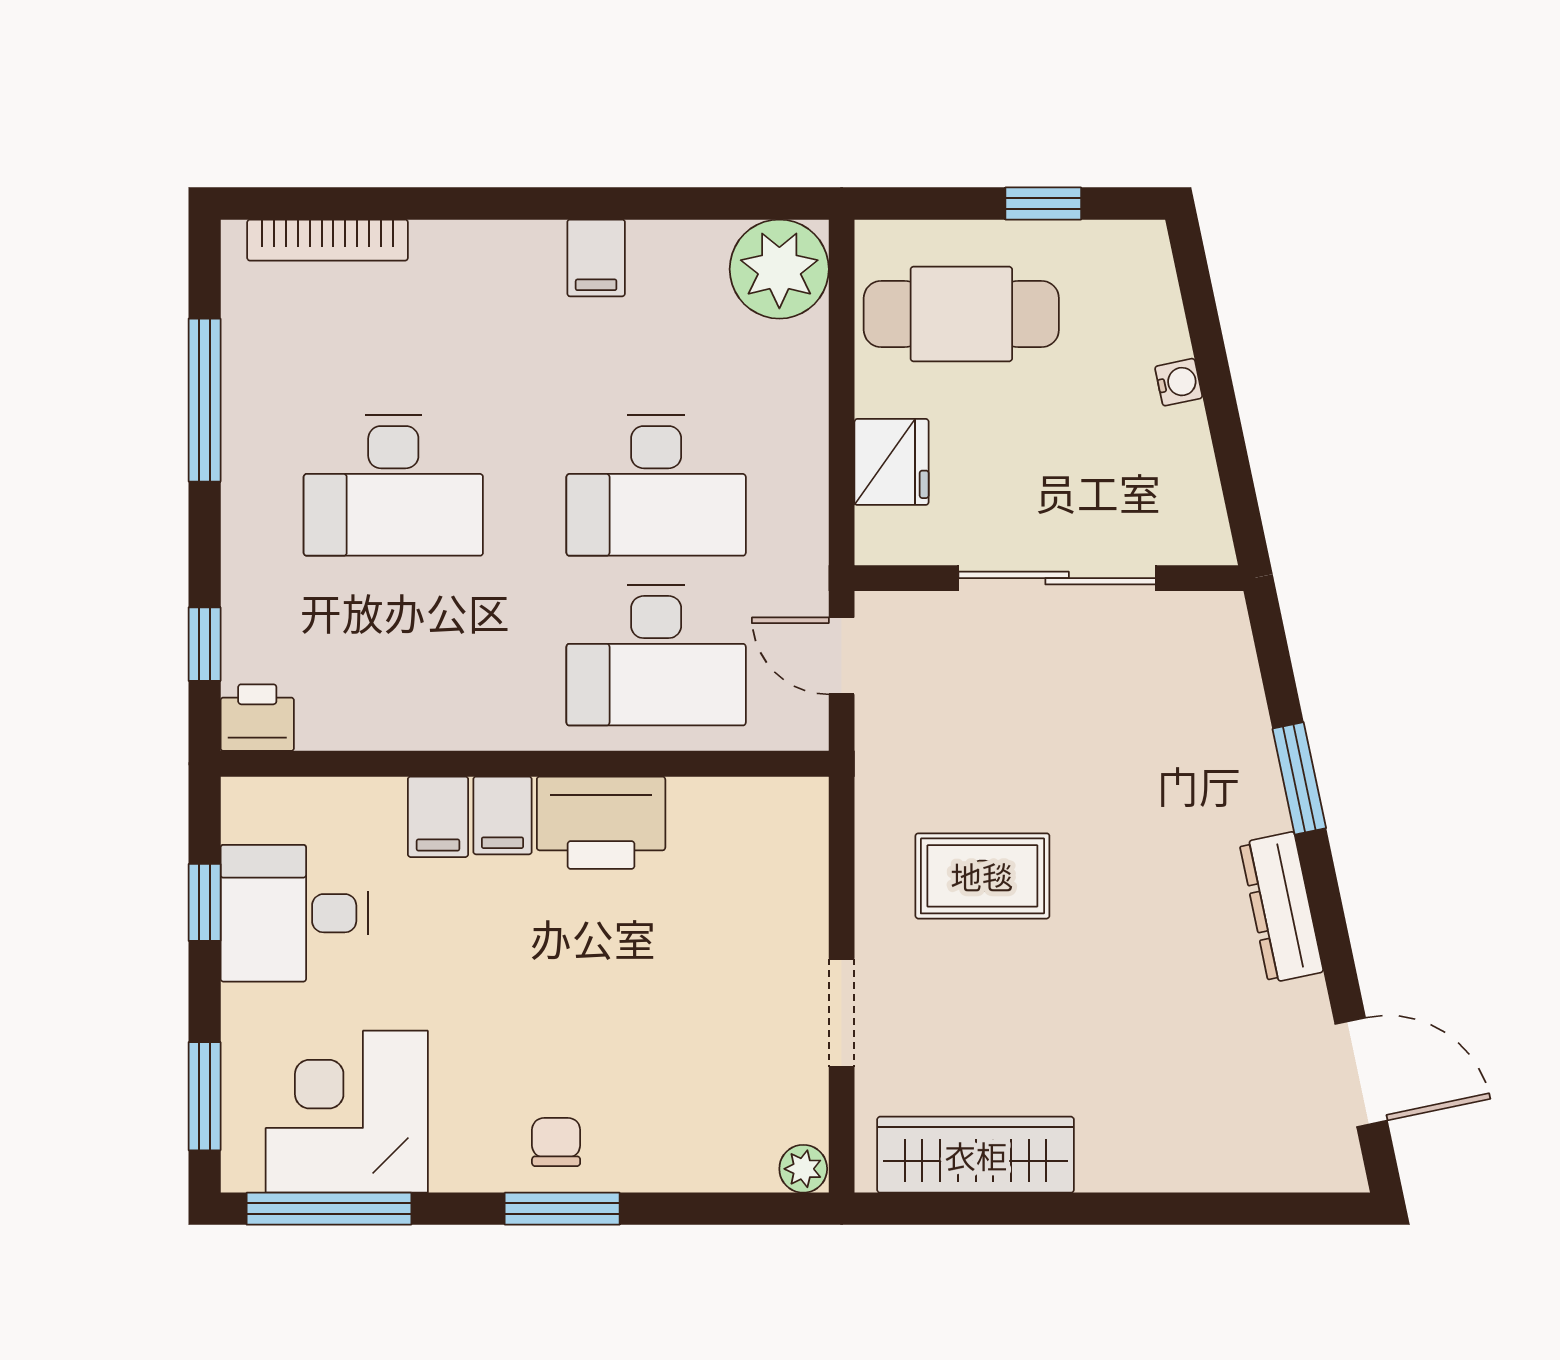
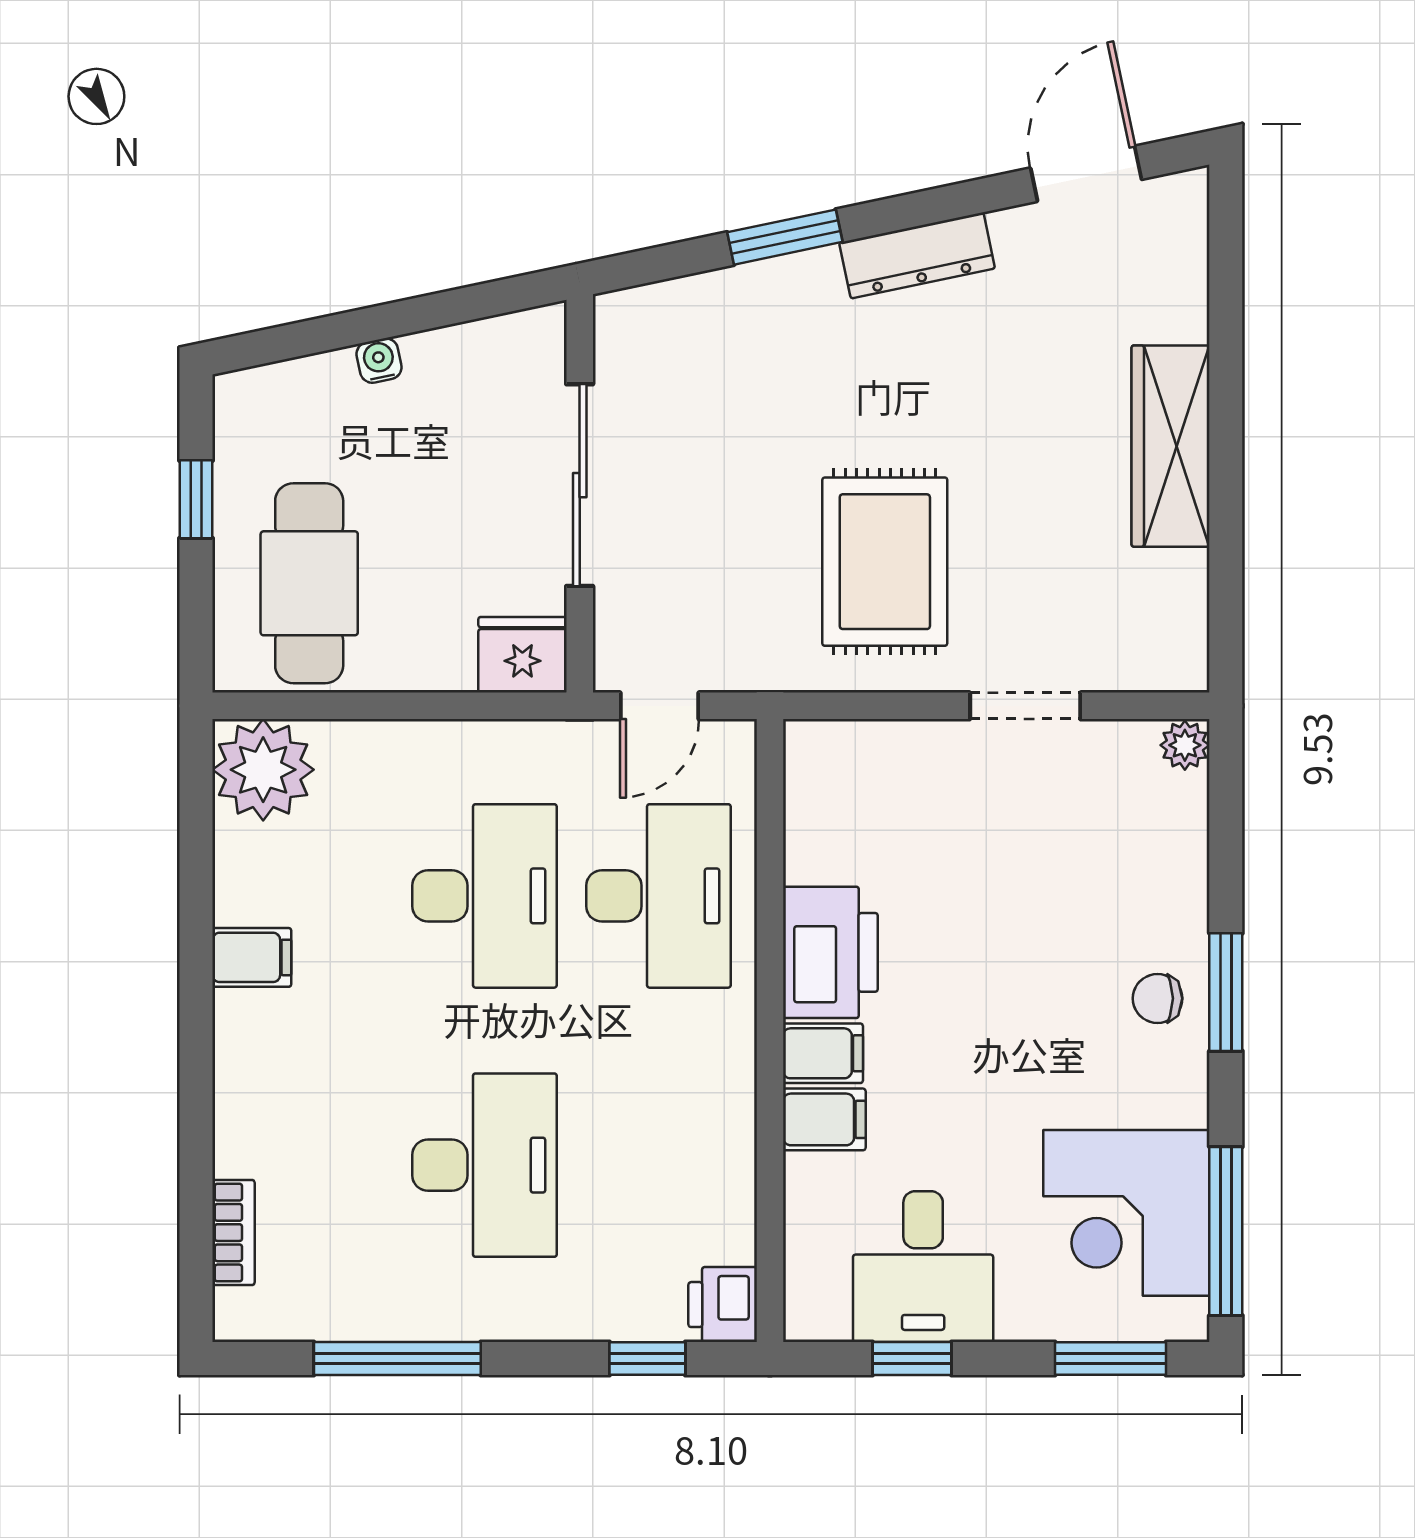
bookcase: (328, 240) -> (233, 1233), width x0.64
fridge: (892, 462) -> (522, 655), moved
rug: (982, 876) -> (885, 562), width x1.36, depth x1.43
wardrobe: (976, 1155) -> (1170, 446), moved

